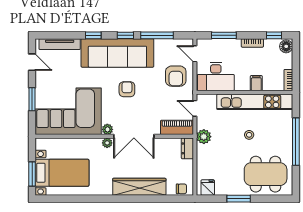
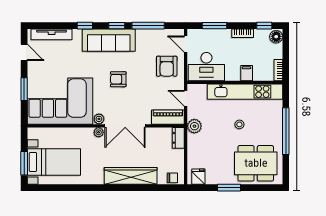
sofa: (117, 53) -> (109, 40), width x0.74, depth x0.79
armchair: (127, 89) -> (118, 79), turned -90

